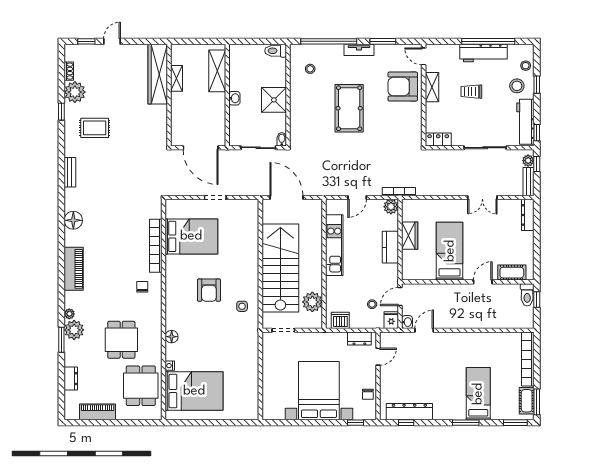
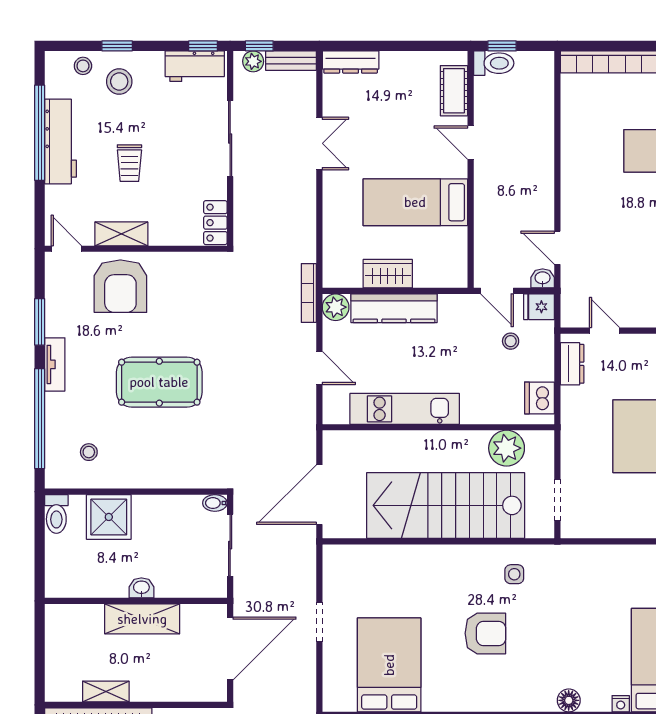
door: (424, 56) -> (66, 249), swing flipped
shelving: (217, 71) -> (142, 619), moved
shower: (274, 100) -> (109, 517), moved
workbench: (525, 122) -> (195, 66), width x0.73
kitchen counter: (390, 247) -> (394, 308), width x1.50

